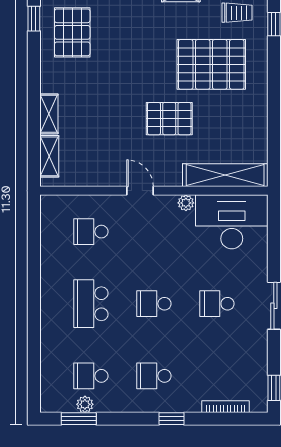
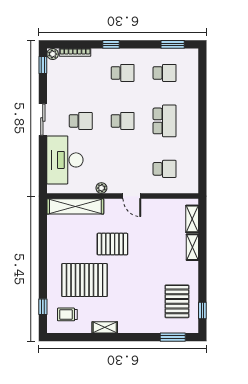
desk: (232, 222) -> (65, 160), moved, turned 90
plant: (85, 404) -> (53, 54), moved

